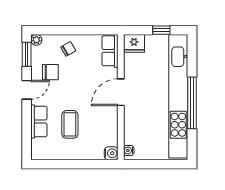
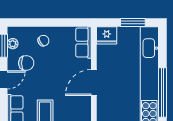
window: (161, 30) -> (133, 23), width x1.50
plant: (36, 40) -> (13, 44), moved

